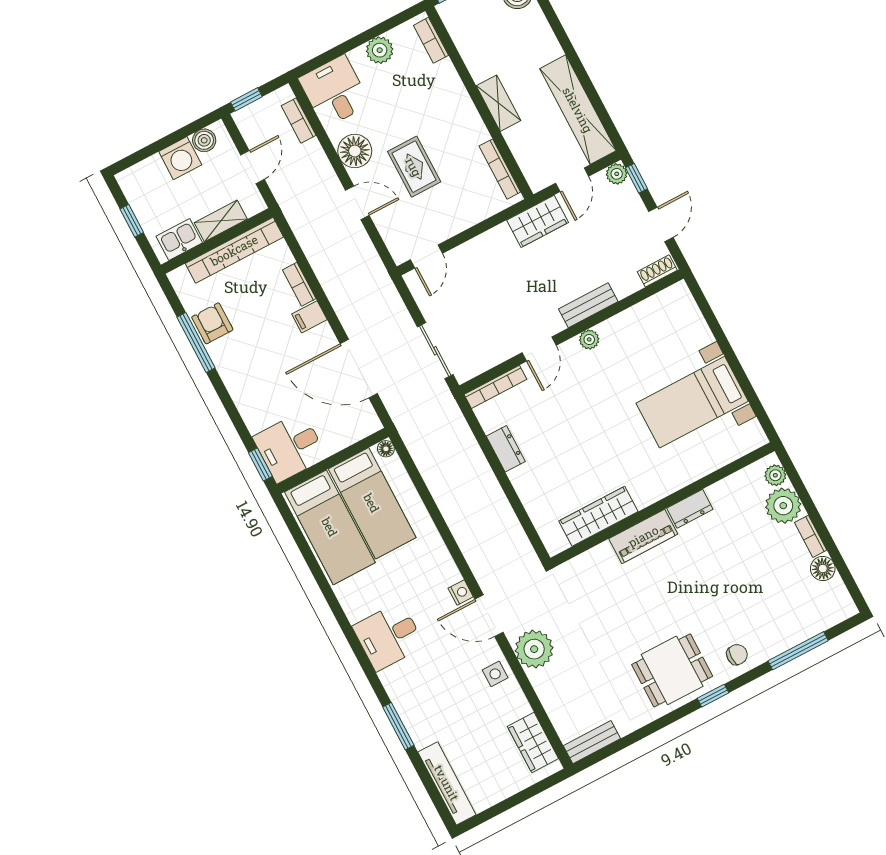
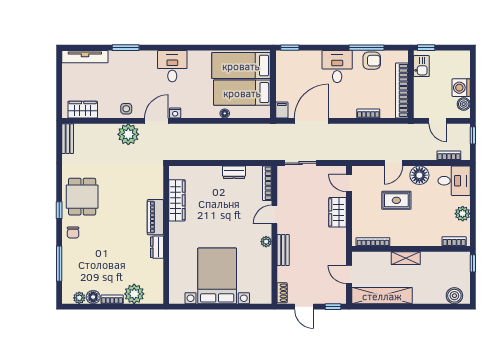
plant: (617, 174) -> (340, 298), removed
window: (132, 221) -> (426, 48), moved
shelving: (221, 221) -> (420, 91), removed
wardrobe: (538, 221) -> (338, 212), moved
filing cabinet: (309, 317) -> (282, 110), moved
door: (539, 349) -> (274, 215), hinge flipped
bed with nightstands: (692, 402) -> (217, 276), width x1.36
desk: (290, 447) -> (337, 67), moved
floor lamp: (386, 449) -> (225, 113), moved
plant: (775, 475) -> (79, 298), moved

